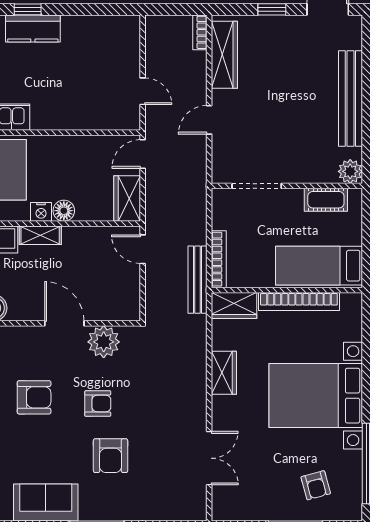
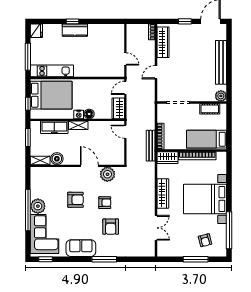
wardrobe: (224, 373) -> (163, 193), width x1.50

